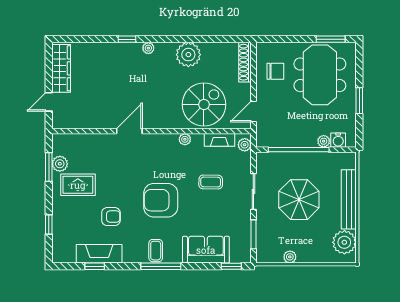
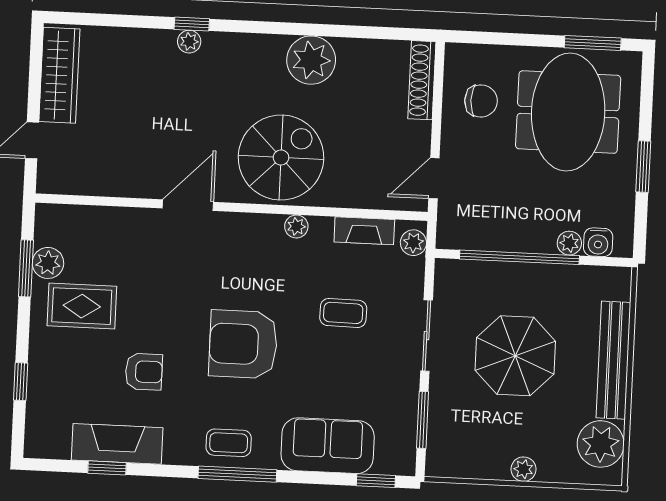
plant: (148, 48) -> (189, 42), moved
spiral stairs: (204, 104) -> (281, 158), moved
coffee table: (156, 251) -> (229, 443), turned 90
plant: (290, 257) -> (524, 469), moved

